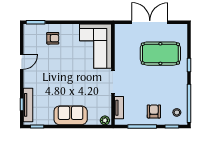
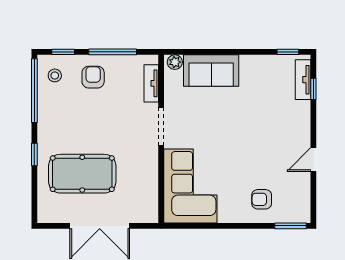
tv unit: (28, 105) -> (303, 80), width x0.71
armchair: (154, 111) -> (93, 77), turned 180
sofa: (71, 115) -> (211, 71), moved

